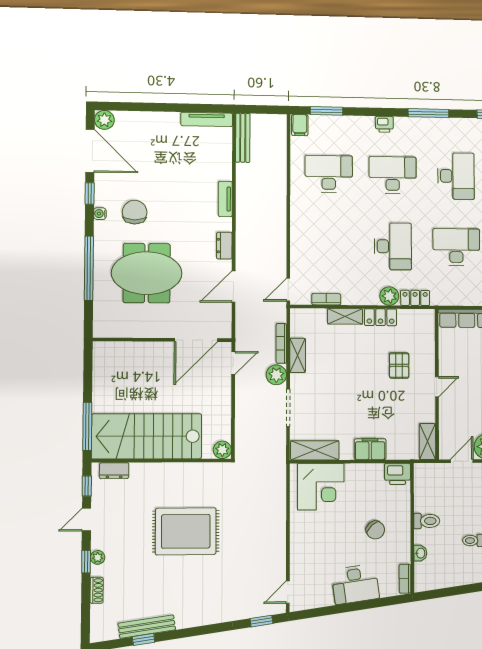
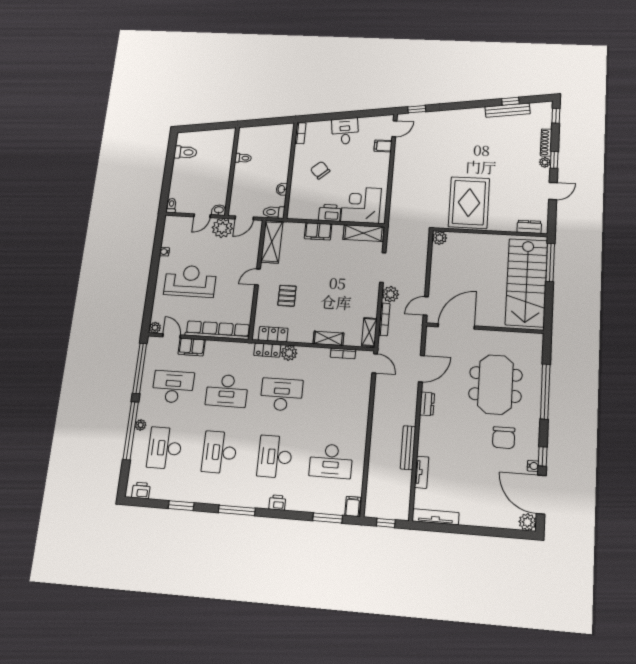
window: (261, 109) -> (386, 523), added
bench: (243, 138) -> (408, 448), moved
desk: (393, 175) -> (275, 457), turned 90
tv unit: (225, 199) -> (422, 472), moved
water cooler: (100, 214) -> (533, 466), moved
desk: (393, 246) -> (281, 395), turned 90
meeting table: (147, 273) -> (495, 384), turned 90
door: (288, 290) -> (375, 363), hinge flipped
locker: (381, 317) -> (273, 334), moved
shelving: (298, 355) -> (369, 332), moved
stairs: (147, 436) -> (526, 282), moved, turned 90
shelving: (427, 442) -> (272, 242), width x1.50, depth x1.33
printer: (398, 474) -> (330, 213), moved
window: (87, 486) -> (556, 116), moved
toilet: (427, 521) -> (274, 212), moved
rug: (186, 531) -> (469, 203), moved, turned 90
washbasin: (420, 553) -> (282, 189), moved
filing cabinet: (300, 568) -> (383, 146), added
desk: (355, 584) -> (345, 131), width x0.73
shoe rack: (97, 590) -> (546, 143), width x1.43

